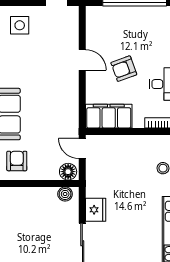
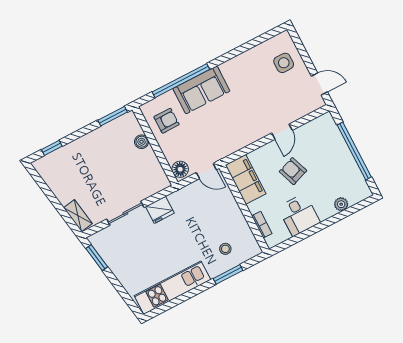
door: (82, 148) -> (206, 171), swing flipped
boiler: (65, 194) -> (142, 142), moved

